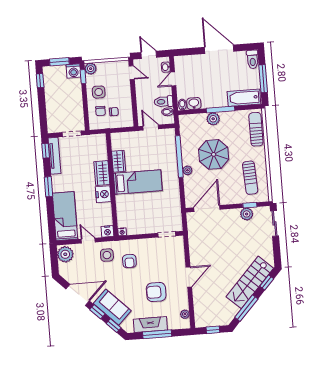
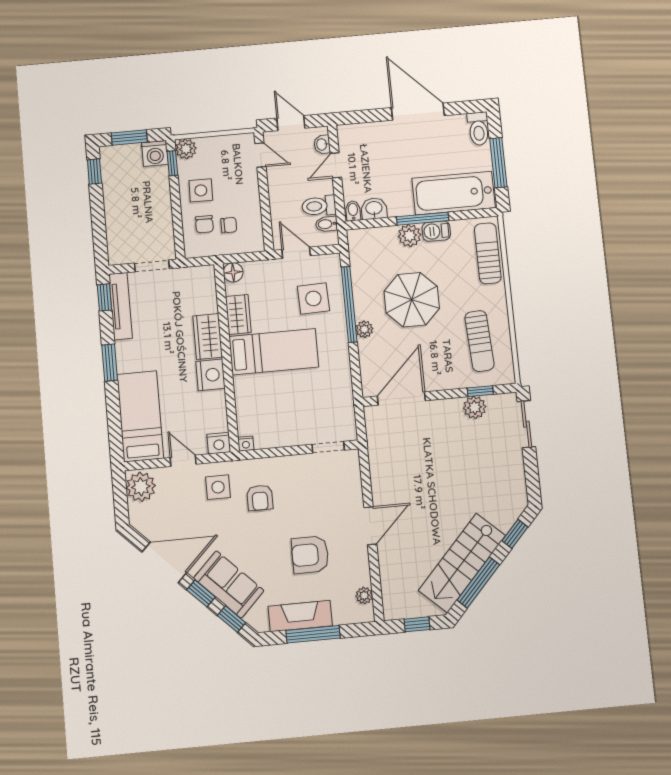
bathtub: (244, 98) -> (453, 193), width x1.36, depth x1.36
barbecue: (228, 117) -> (436, 231), added
floor lamp: (116, 138) -> (233, 272), added
side table: (160, 153) -> (313, 298), added
stairs: (250, 282) -> (462, 563), moved

